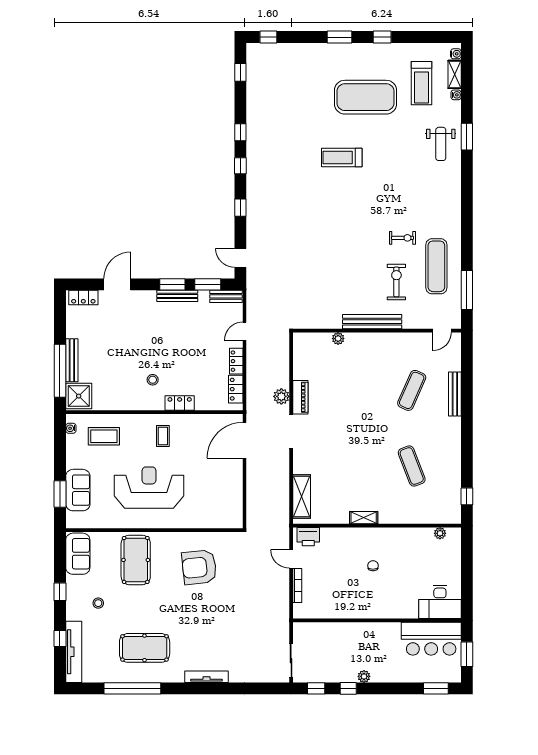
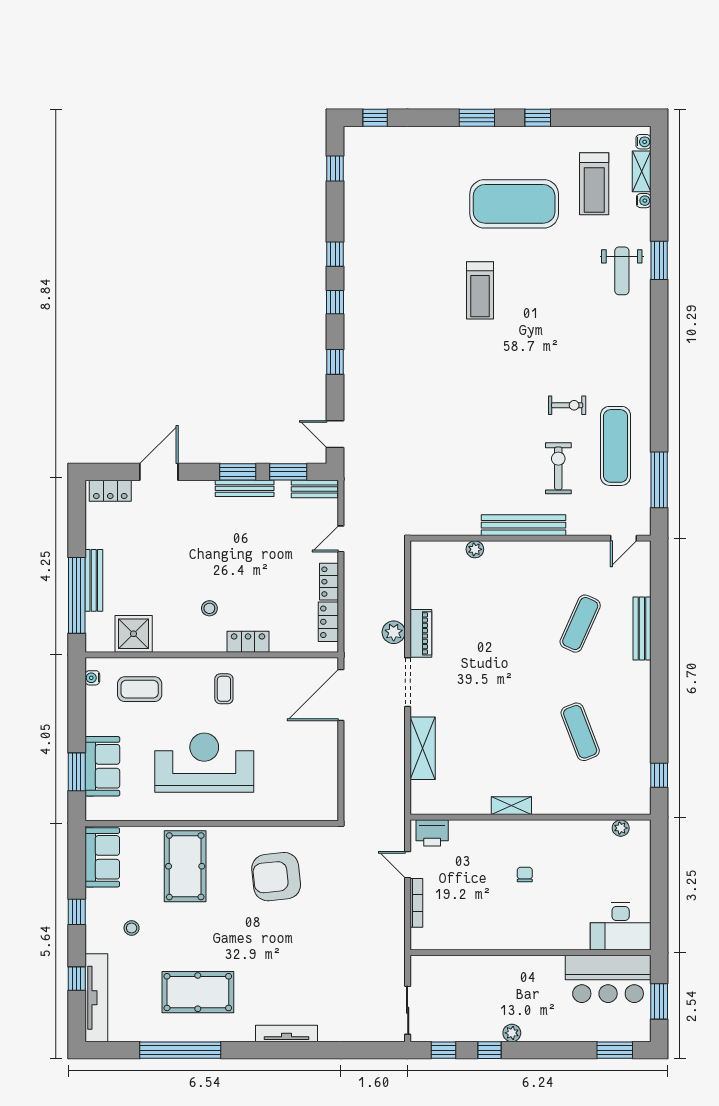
treadmill: (342, 158) -> (480, 290), turned -90
shower: (79, 396) -> (134, 634), moved
shelving: (302, 497) -> (423, 748), moved

